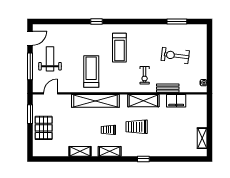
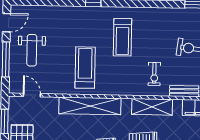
weight bench: (50, 59) -> (32, 50), turned 180
door: (51, 93) -> (32, 95), hinge flipped

